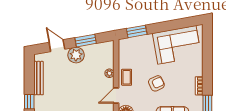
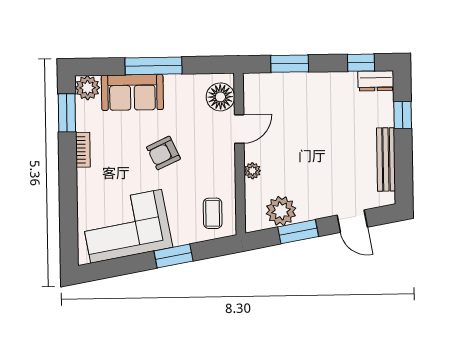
window: (137, 31) -> (173, 256), moved
plant: (76, 55) -> (281, 211), moved
coffee table: (127, 77) -> (213, 213), moved

